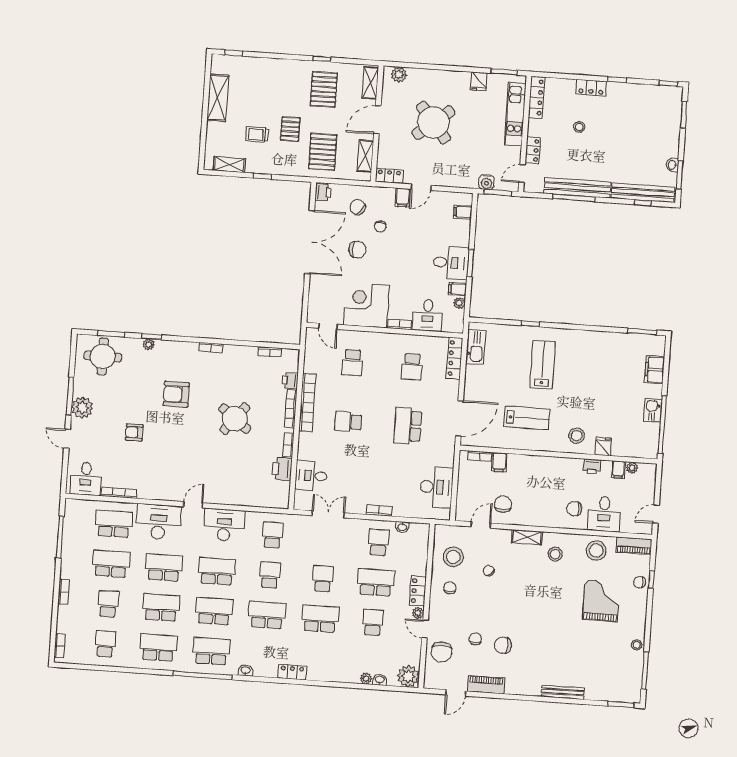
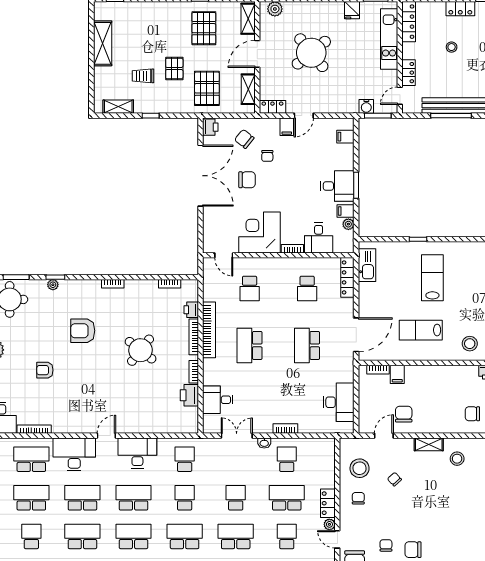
lab bench: (527, 418) -> (421, 330), turned 180
school desk: (348, 422) -> (250, 345), width x1.85
washbasin: (402, 527) -> (264, 443), moved

